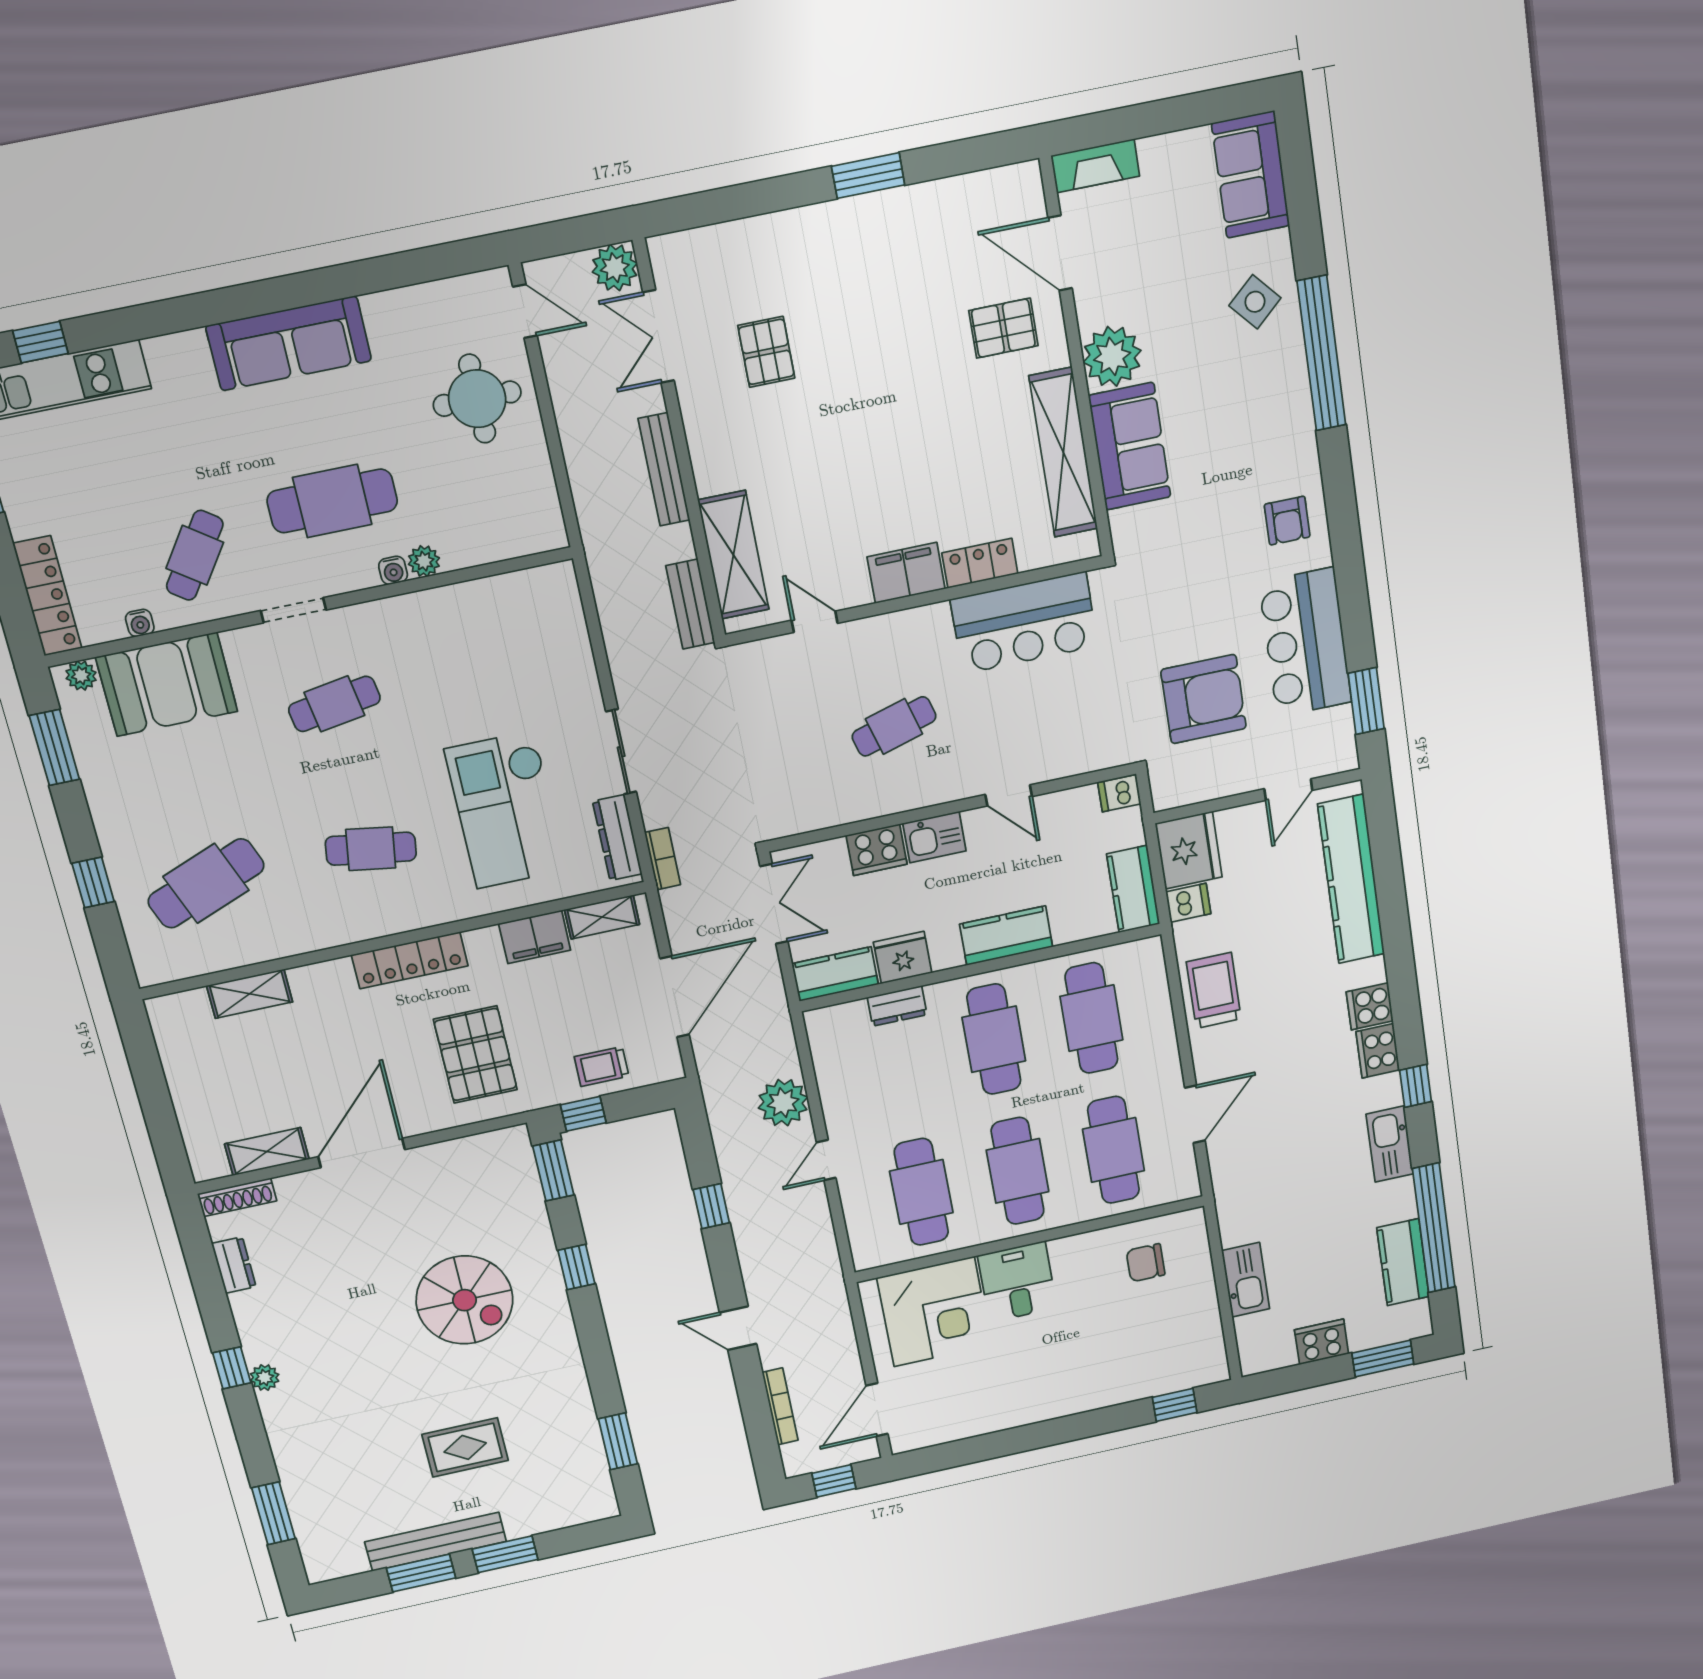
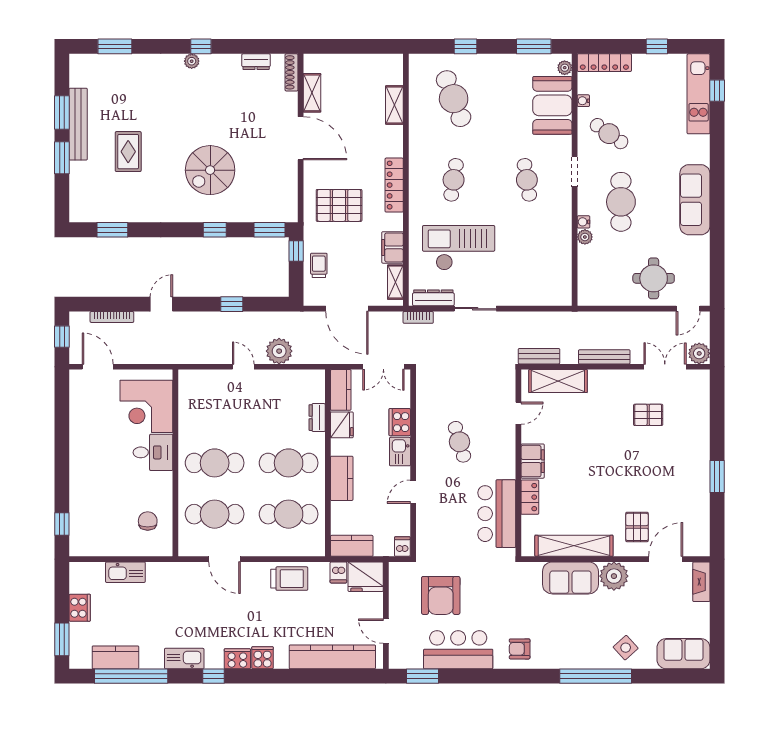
cafe table: (921, 1192) -> (215, 412), removed

